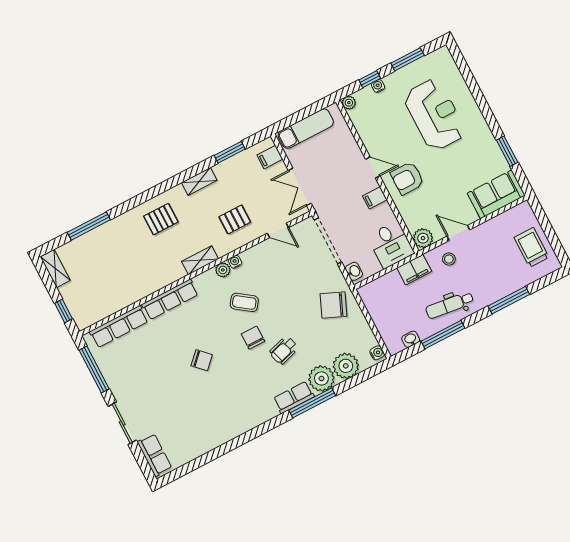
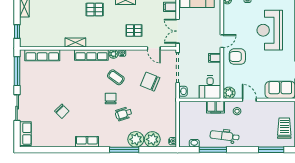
reception desk: (435, 115) -> (270, 30), turned 180
door: (373, 167) -> (222, 41), hinge flipped
shelving: (200, 260) -> (75, 42), moved
row of seats: (170, 299) -> (91, 55), moved
window: (509, 300) -> (271, 150), moved
chair: (334, 305) -> (150, 82), moved
chair: (202, 360) -> (62, 111), moved
row of seats: (294, 397) -> (87, 142), moved

